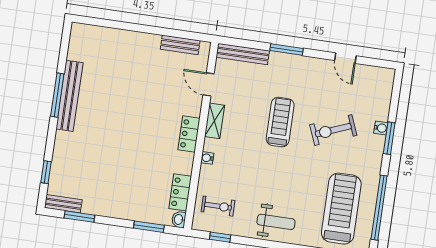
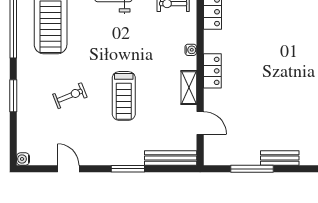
window: (164, 32) -> (252, 169), added
bench: (180, 45) -> (280, 158), moved
water cooler: (381, 128) -> (23, 159), moved
exercise bike: (333, 130) -> (70, 96), width x0.73, depth x0.72

